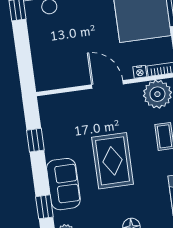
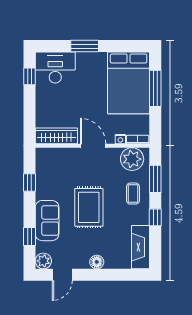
wardrobe: (61, 78) -> (56, 136), added

